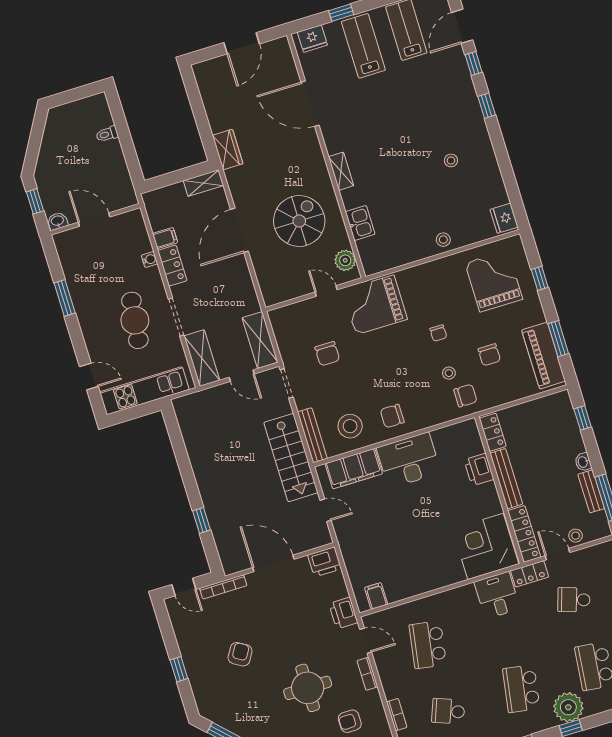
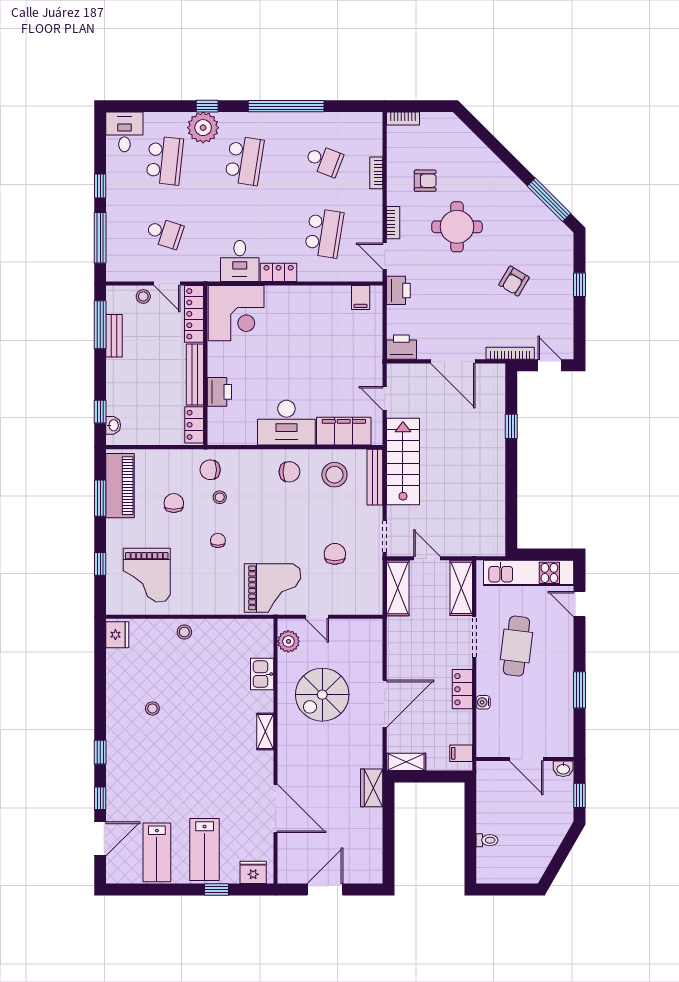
filing cabinet: (165, 238) -> (461, 753), moved
washbasin: (583, 462) -> (113, 425), moved
locker: (530, 574) -> (279, 272), moved

